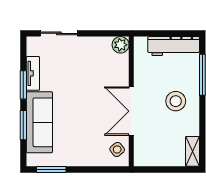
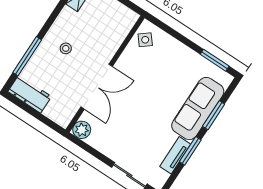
workbench: (174, 46) -> (30, 94), width x0.73
stool: (176, 101) -> (66, 48), width x0.53, depth x0.53
double door: (131, 111) -> (97, 87), moved

